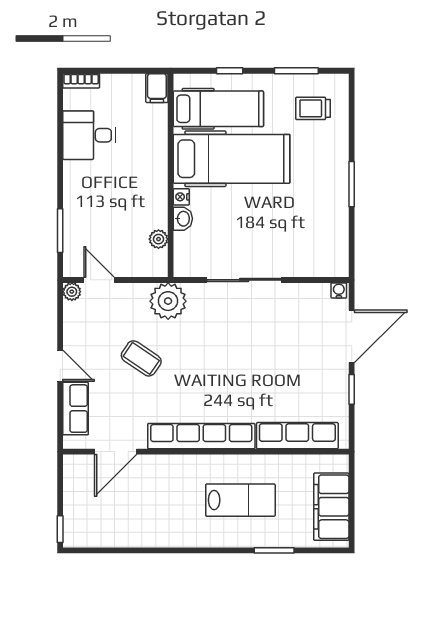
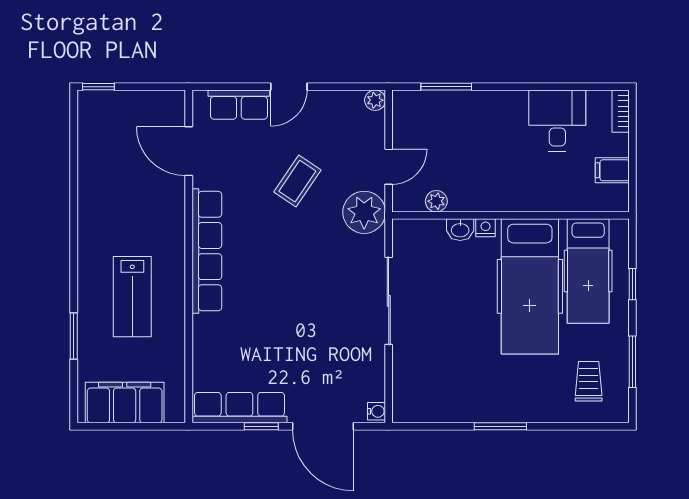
filing cabinet: (157, 88) -> (612, 170), moved
door: (99, 280) -> (389, 167), moved
row of seats: (297, 436) -> (239, 408), moved, turned -90

